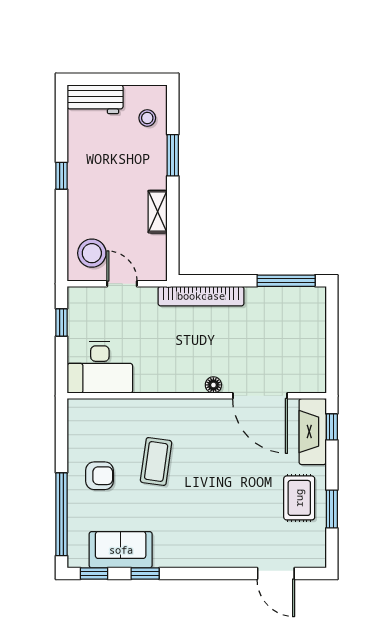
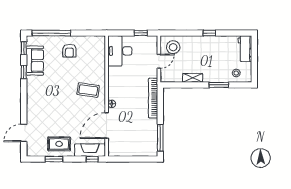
coffee table: (156, 462) -> (88, 90), moved

